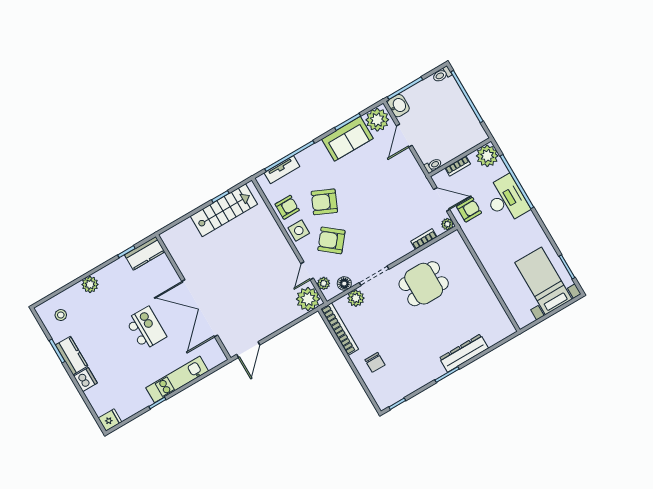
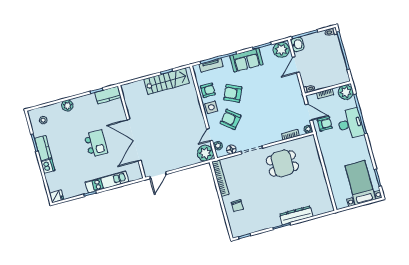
sofa: (347, 139) -> (246, 60), moved
plant: (356, 298) -> (236, 161), removed

